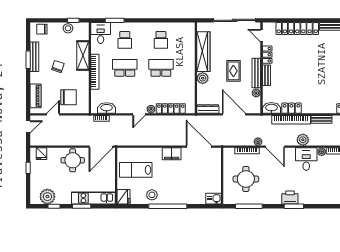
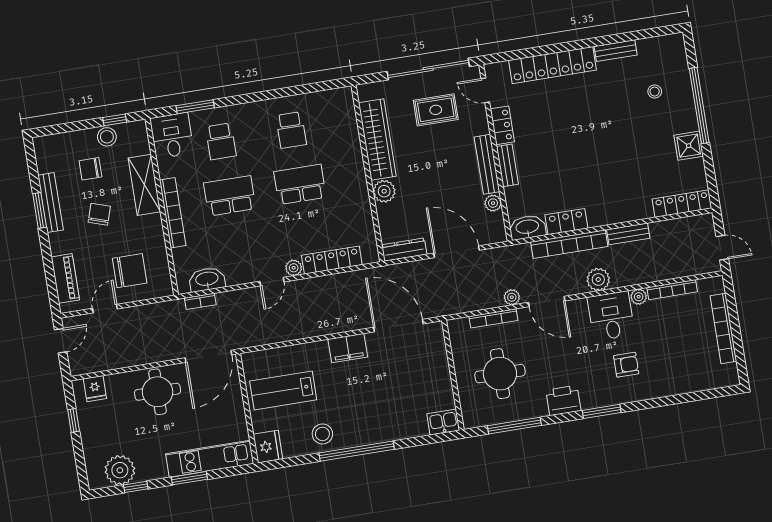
chair: (42, 29) -> (90, 169), moved
rug: (233, 71) -> (436, 110), moved, turned 90
armchair: (310, 185) -> (626, 365), added
printer: (290, 198) -> (563, 400), moved

